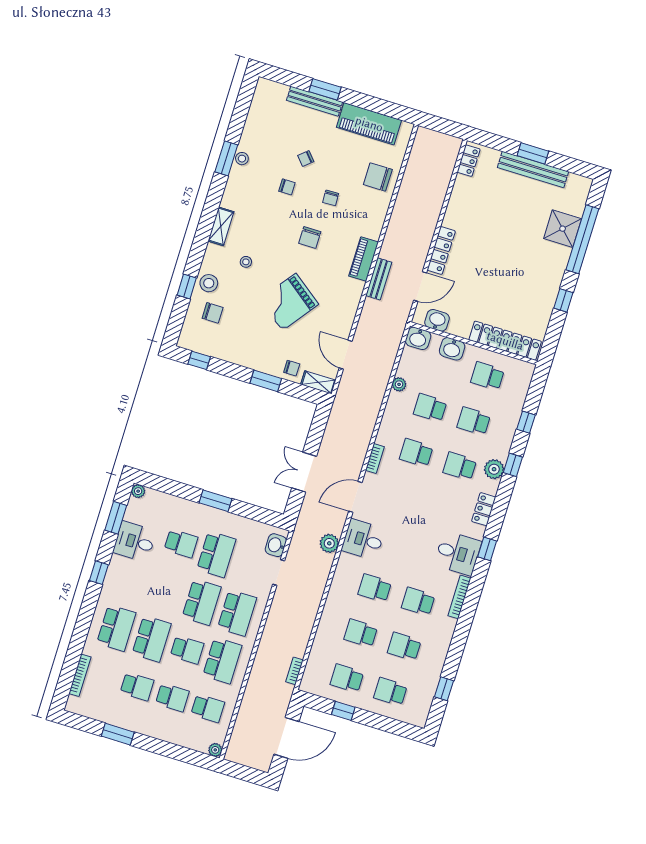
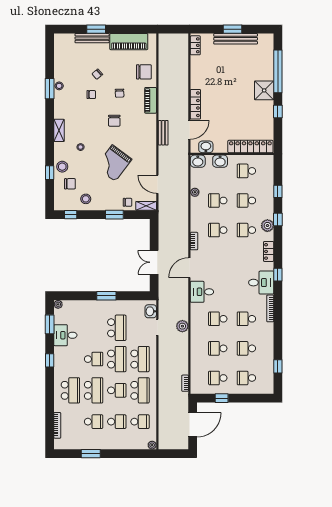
chair: (378, 177) -> (144, 72), turned 180
shower: (563, 229) -> (264, 90), moved
piano: (364, 259) -> (151, 100), moved
stool: (230, 343) -> (86, 199), added
school desk: (181, 543) -> (94, 359), moved
plant: (329, 543) -> (182, 326), moved

